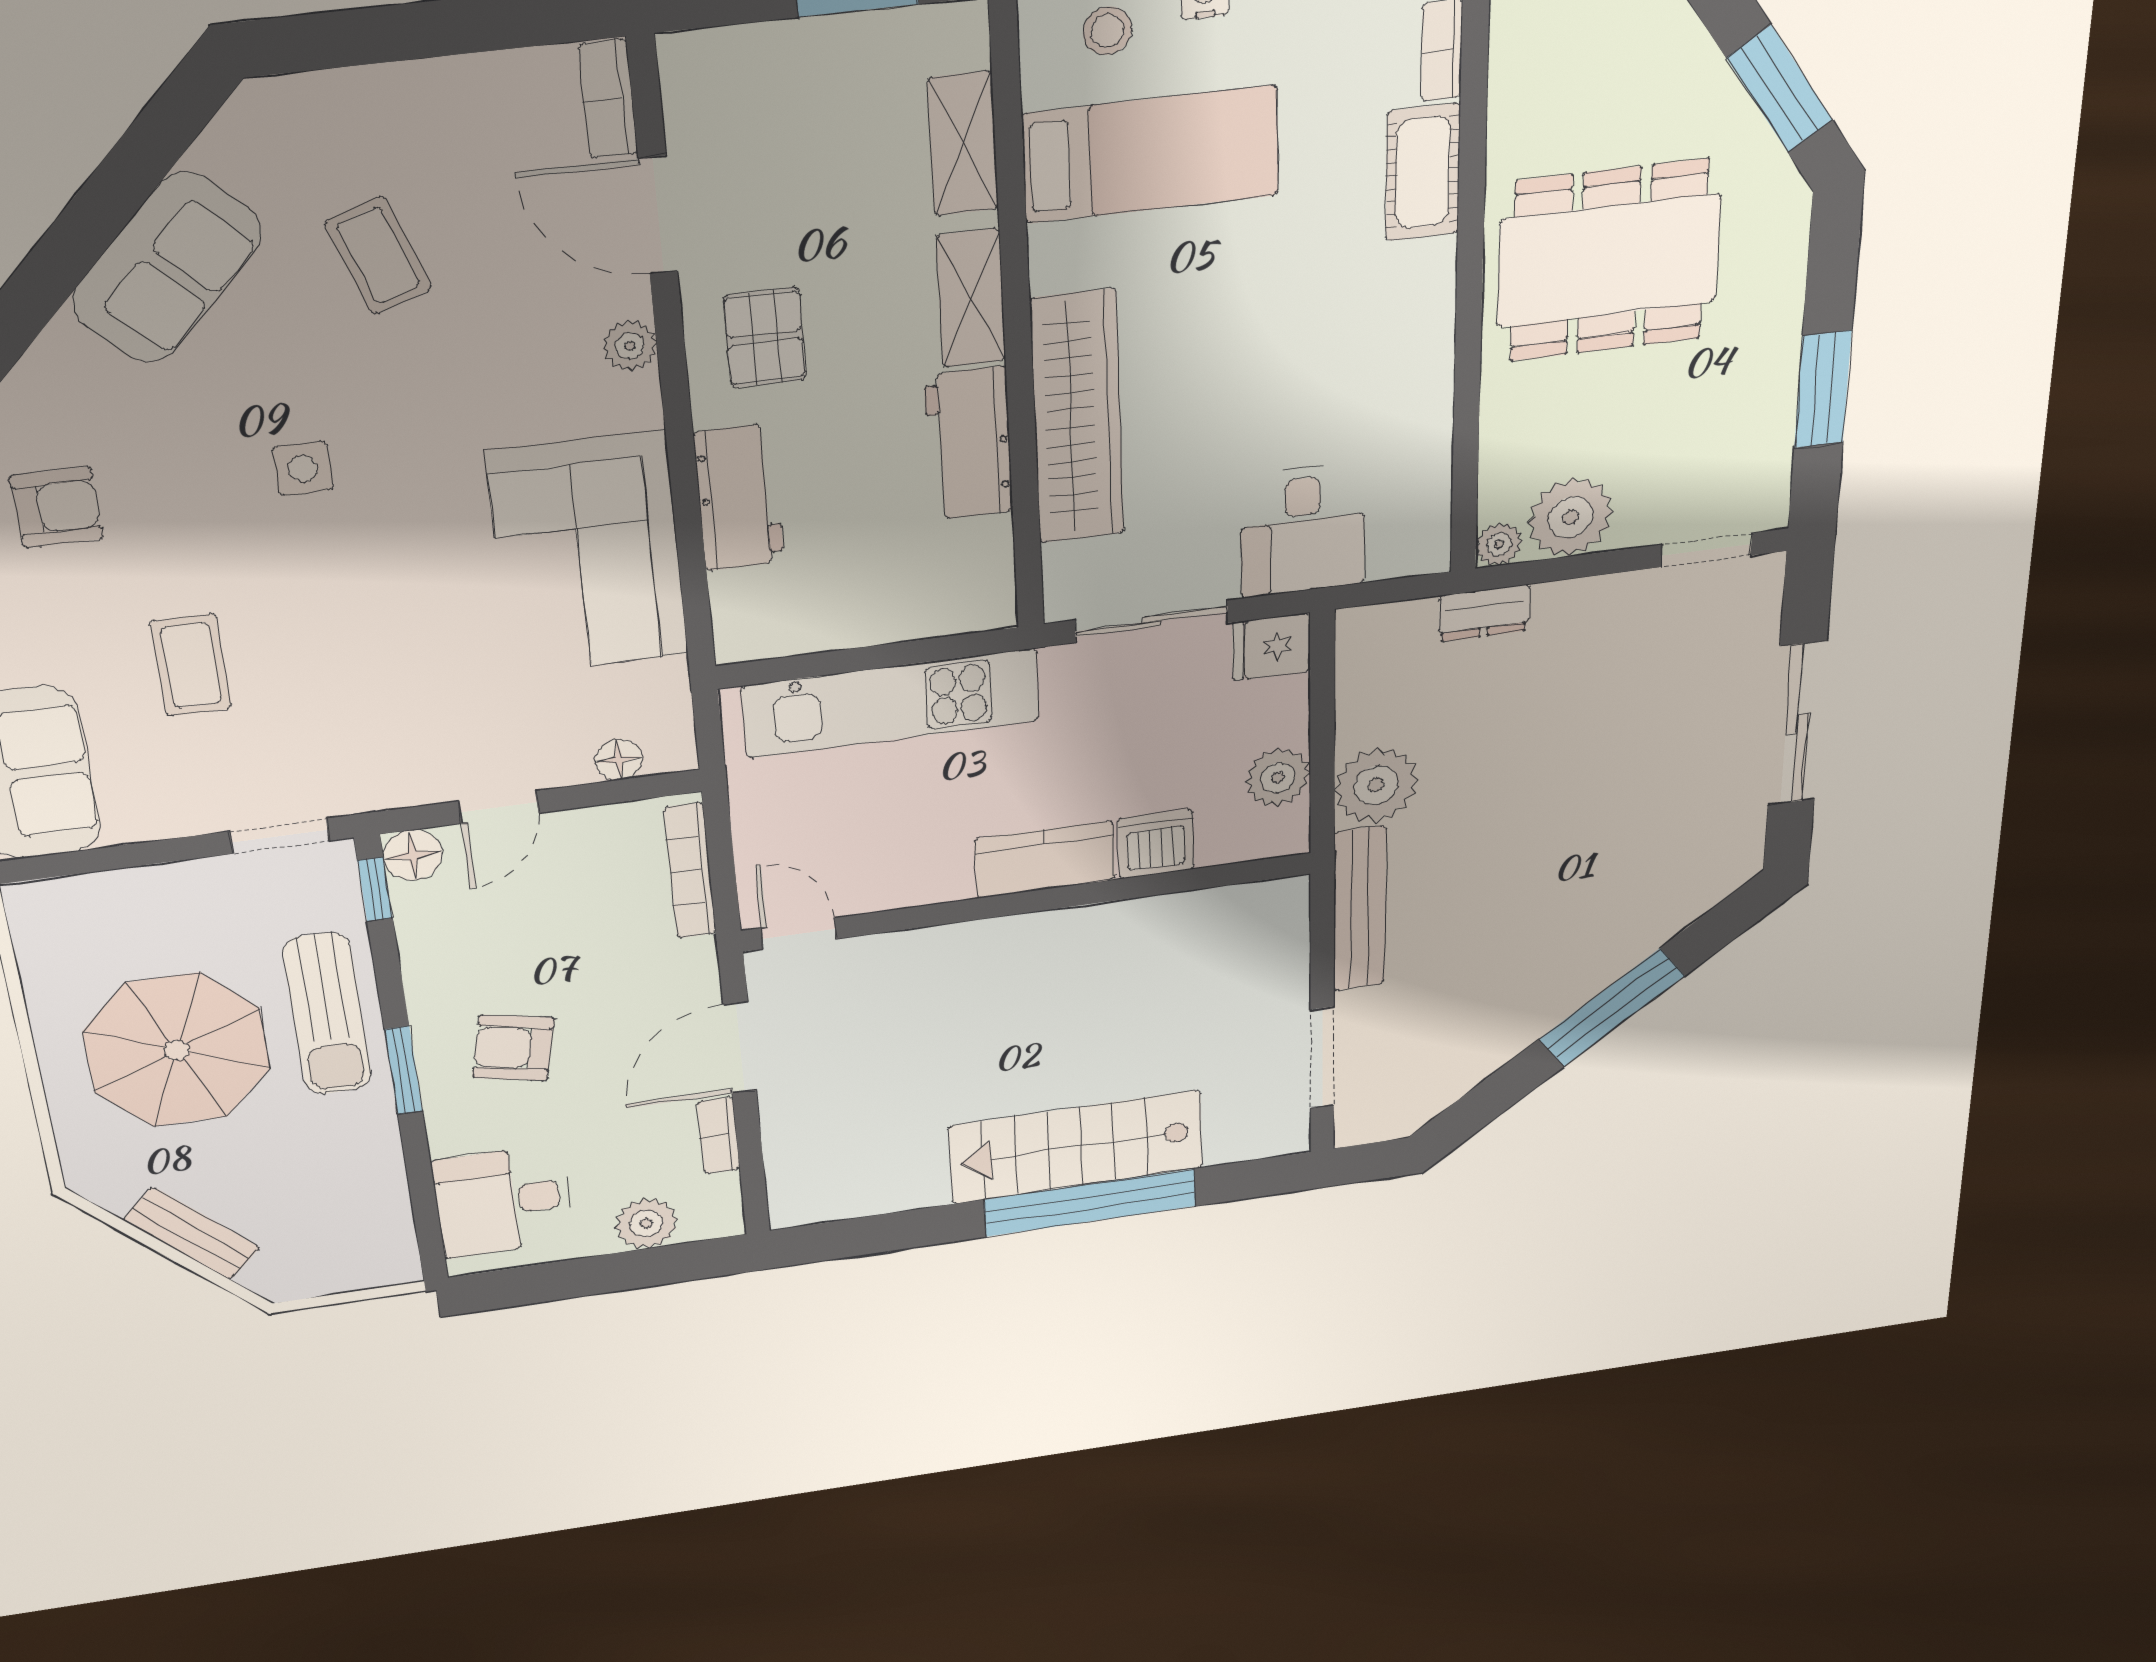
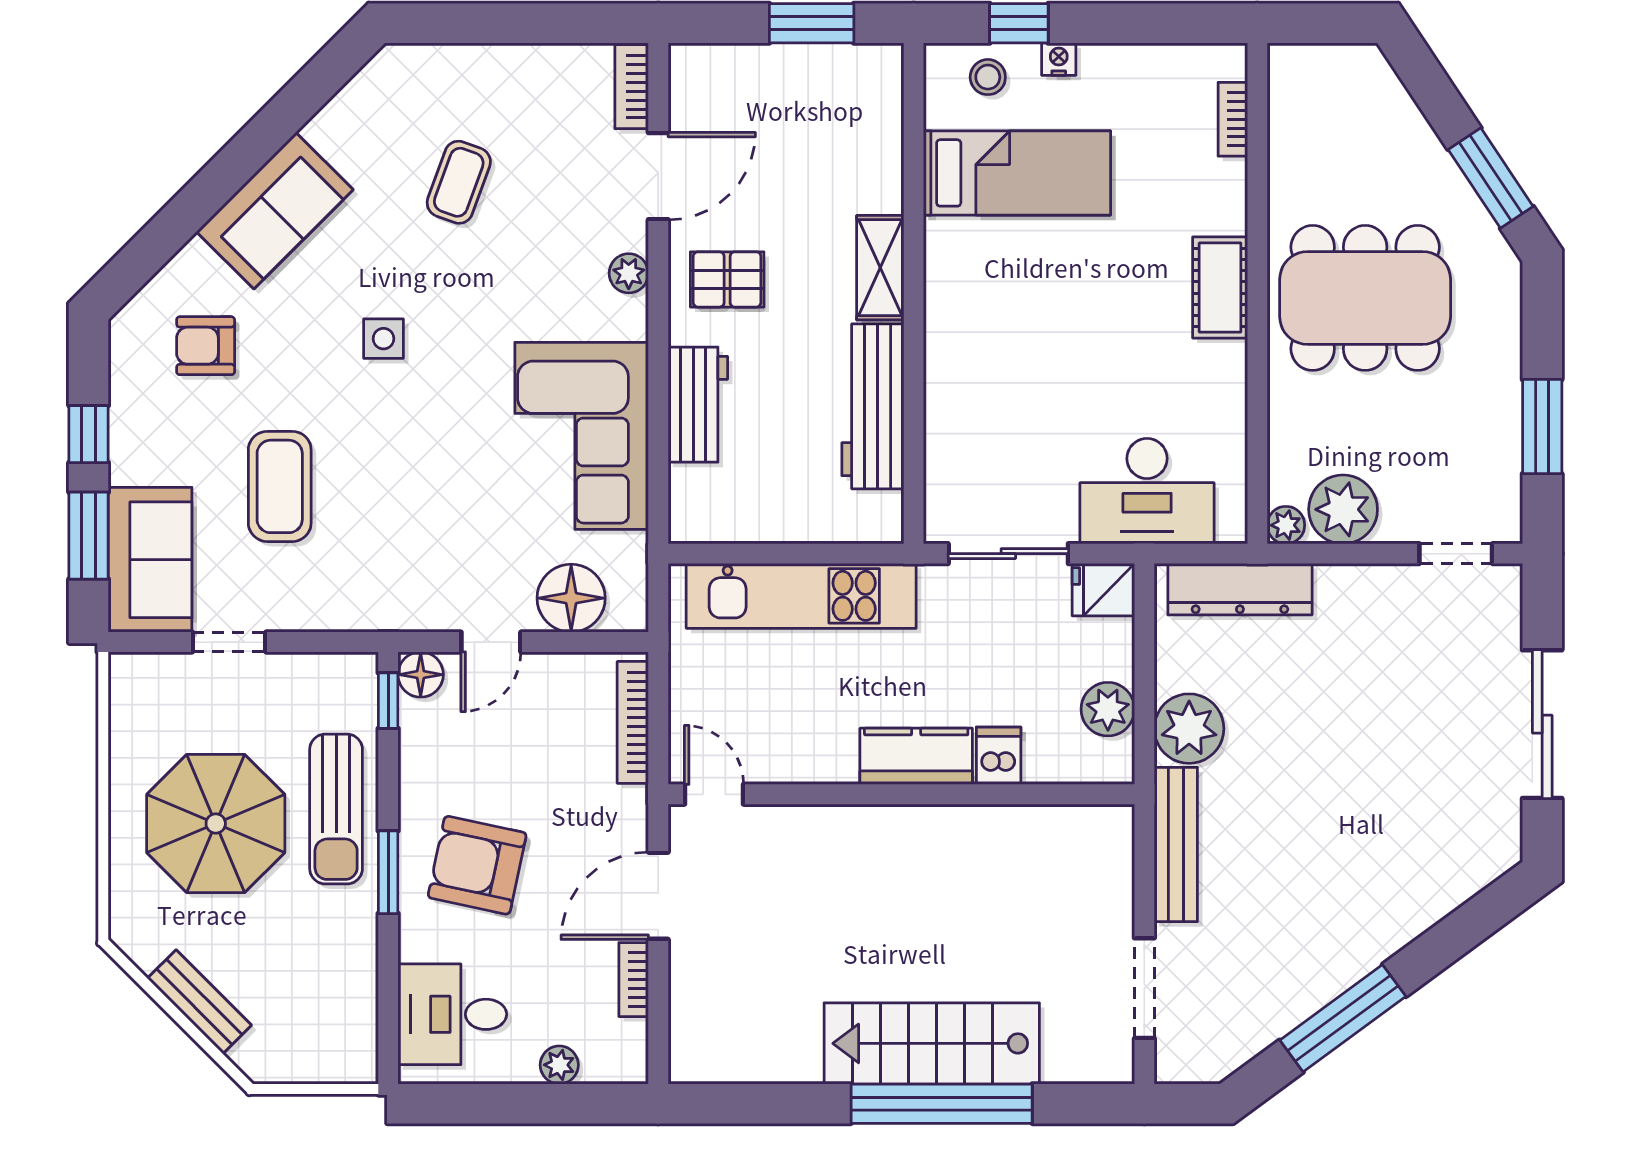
shelving: (963, 144) -> (880, 149), removed
cot: (1423, 172) -> (1220, 287), moved
door: (658, 215) -> (658, 176), swing flipped
coffee table: (378, 255) -> (459, 182), turned 39
sofa: (167, 268) -> (275, 211), moved
pallet: (765, 338) -> (727, 279), turned 90
wardrobe: (1077, 417) -> (956, 373), removed
workbench: (969, 444) -> (873, 406), width x1.38
armchair: (57, 507) -> (206, 346), turned 180
desk: (1303, 530) -> (1147, 491), width x1.37
dresser: (1484, 613) -> (1240, 589), width x1.96, depth x1.24
coffee table: (191, 665) -> (280, 486), width x1.36, depth x1.30
floor lamp: (619, 760) -> (571, 598), width x1.89, depth x1.89
doorway: (280, 836) -> (229, 642), moved
dishwasher: (1156, 844) -> (999, 756), width x0.73
window: (1612, 1008) -> (1343, 1018), moved
armchair: (513, 1048) -> (477, 865), width x1.38, depth x1.38
plant: (646, 1223) -> (559, 1065), width x0.73, depth x0.73

